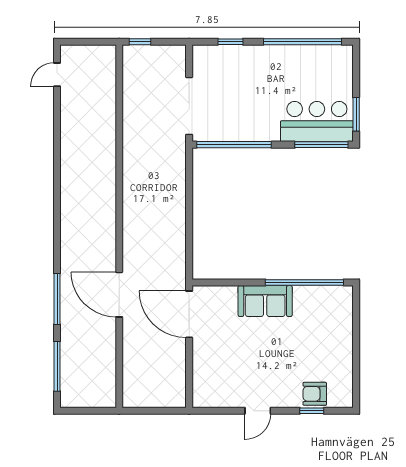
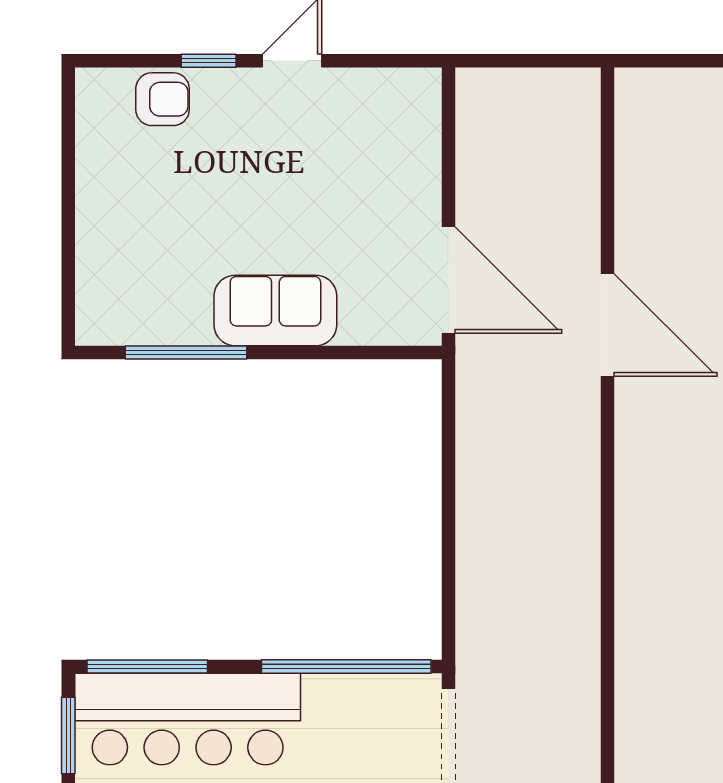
bar counter: (317, 122) -> (188, 719), width x1.36
window: (304, 283) -> (186, 353), width x0.68
window: (312, 411) -> (209, 61), moved

